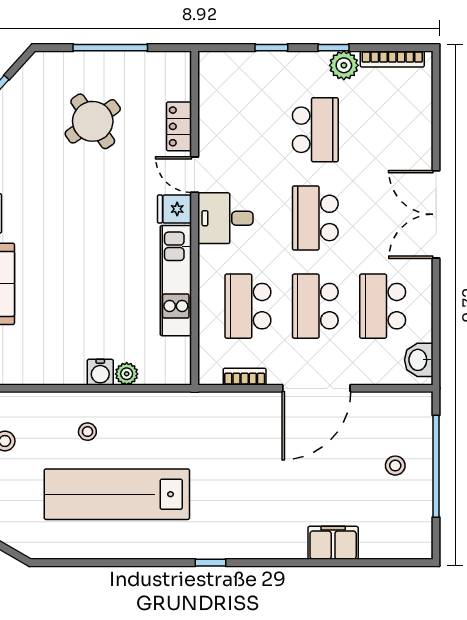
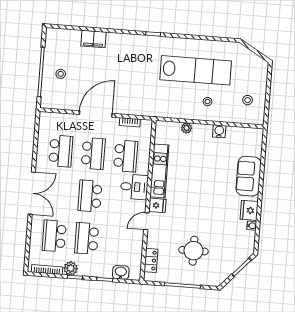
round table: (93, 121) -> (193, 251), turned 35
locker: (179, 126) -> (151, 260), moved
school desk: (383, 130) -> (54, 236), added
door: (195, 175) -> (146, 221), swing flipped
desk: (225, 218) -> (134, 187), moved
school desk: (315, 218) -> (90, 196), turned 180
washbasin: (419, 360) -> (121, 272), moved, turned -90
water cooler: (100, 372) -> (219, 131), moved

